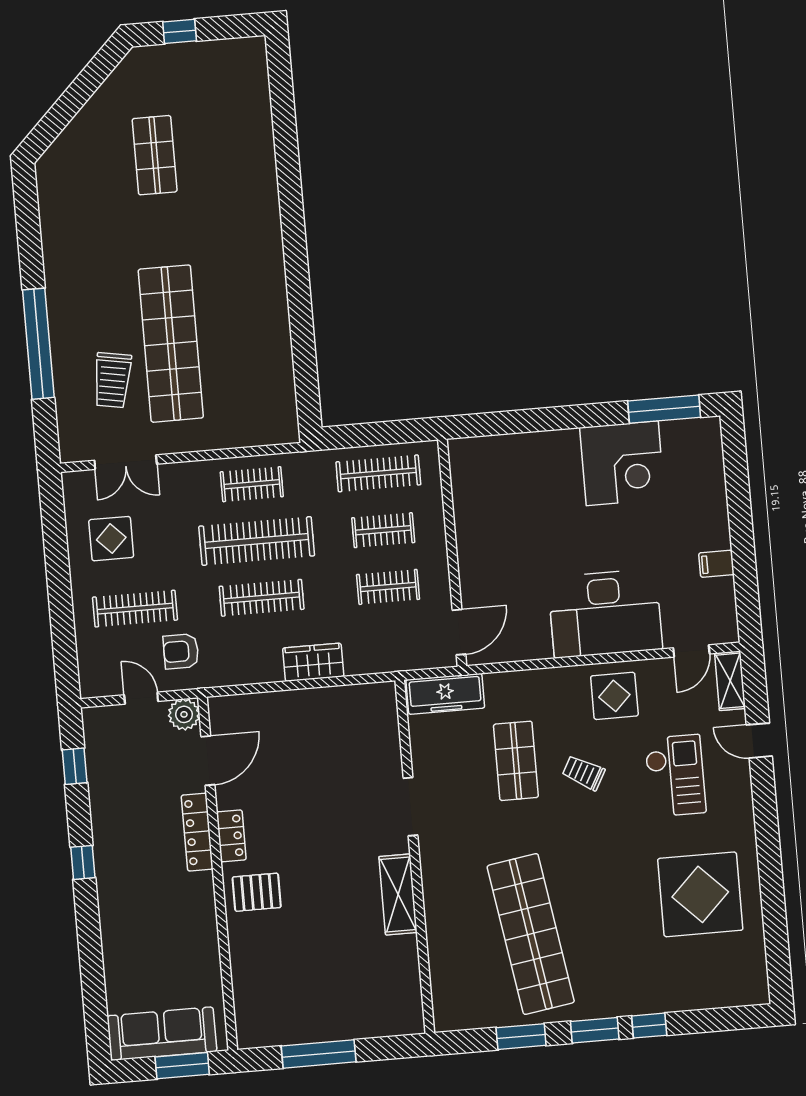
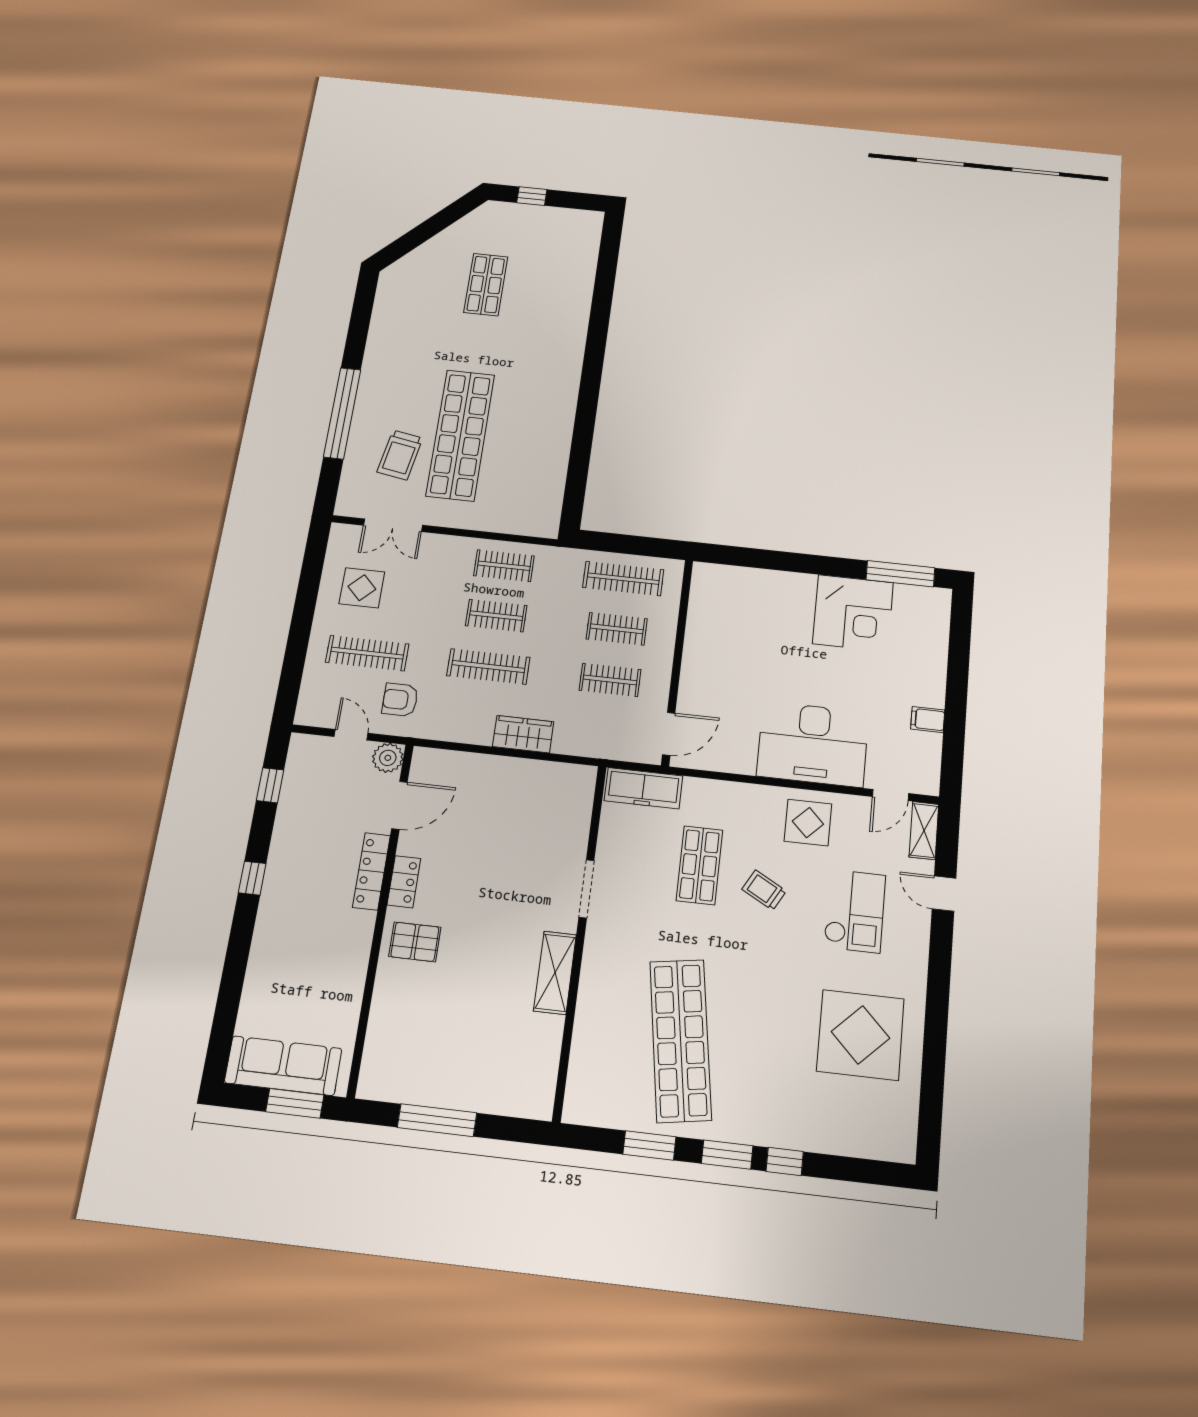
clothes rail: (257, 541) -> (496, 616), width x0.54, depth x0.76

